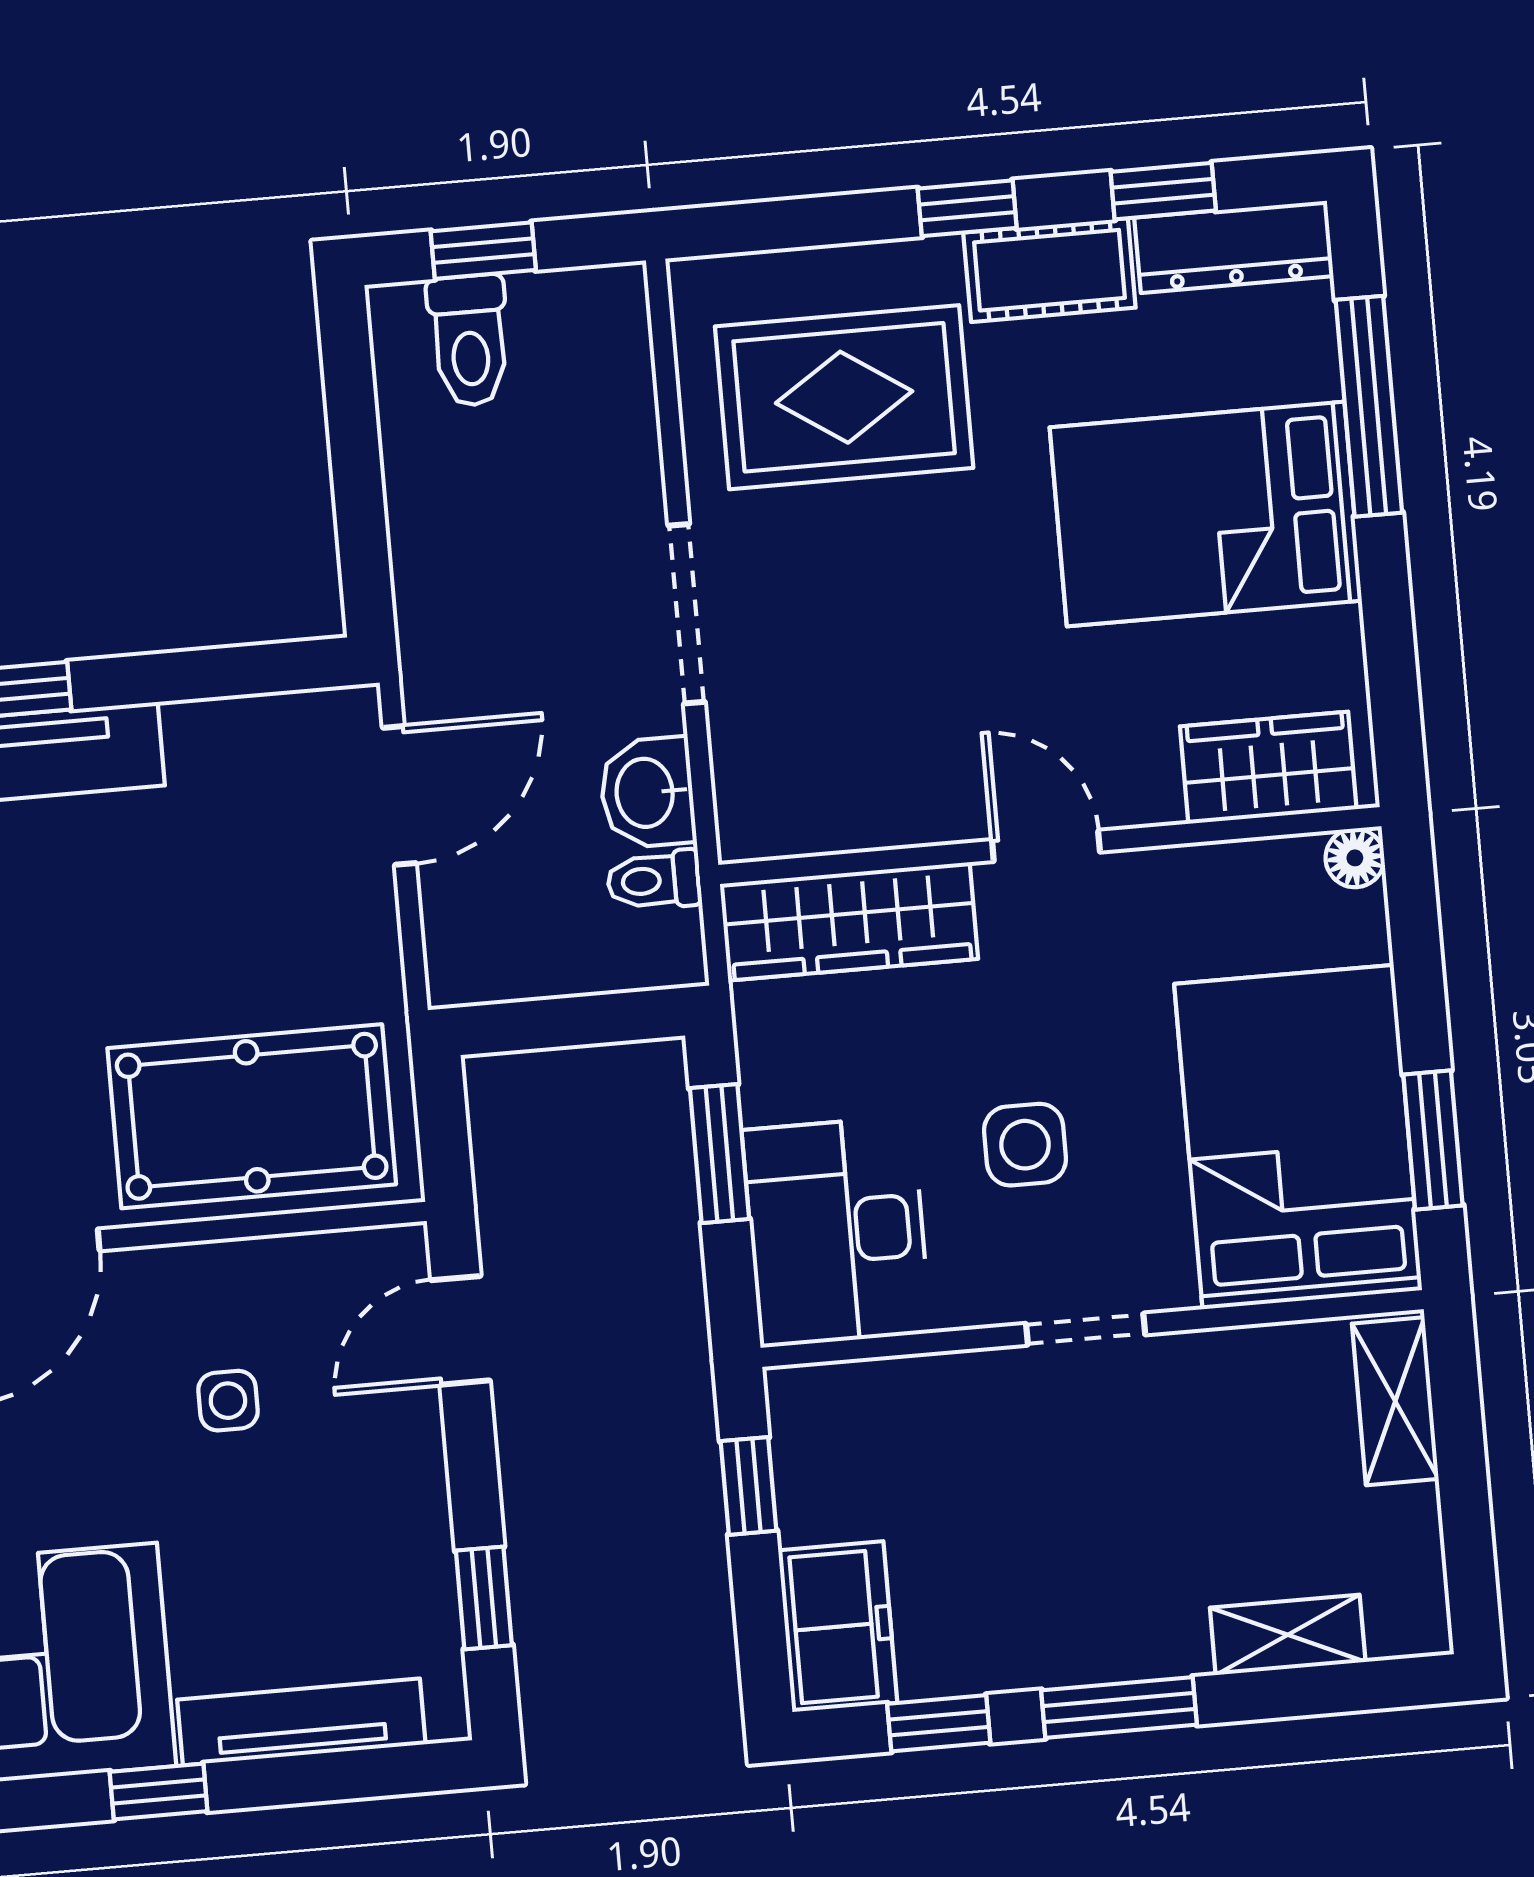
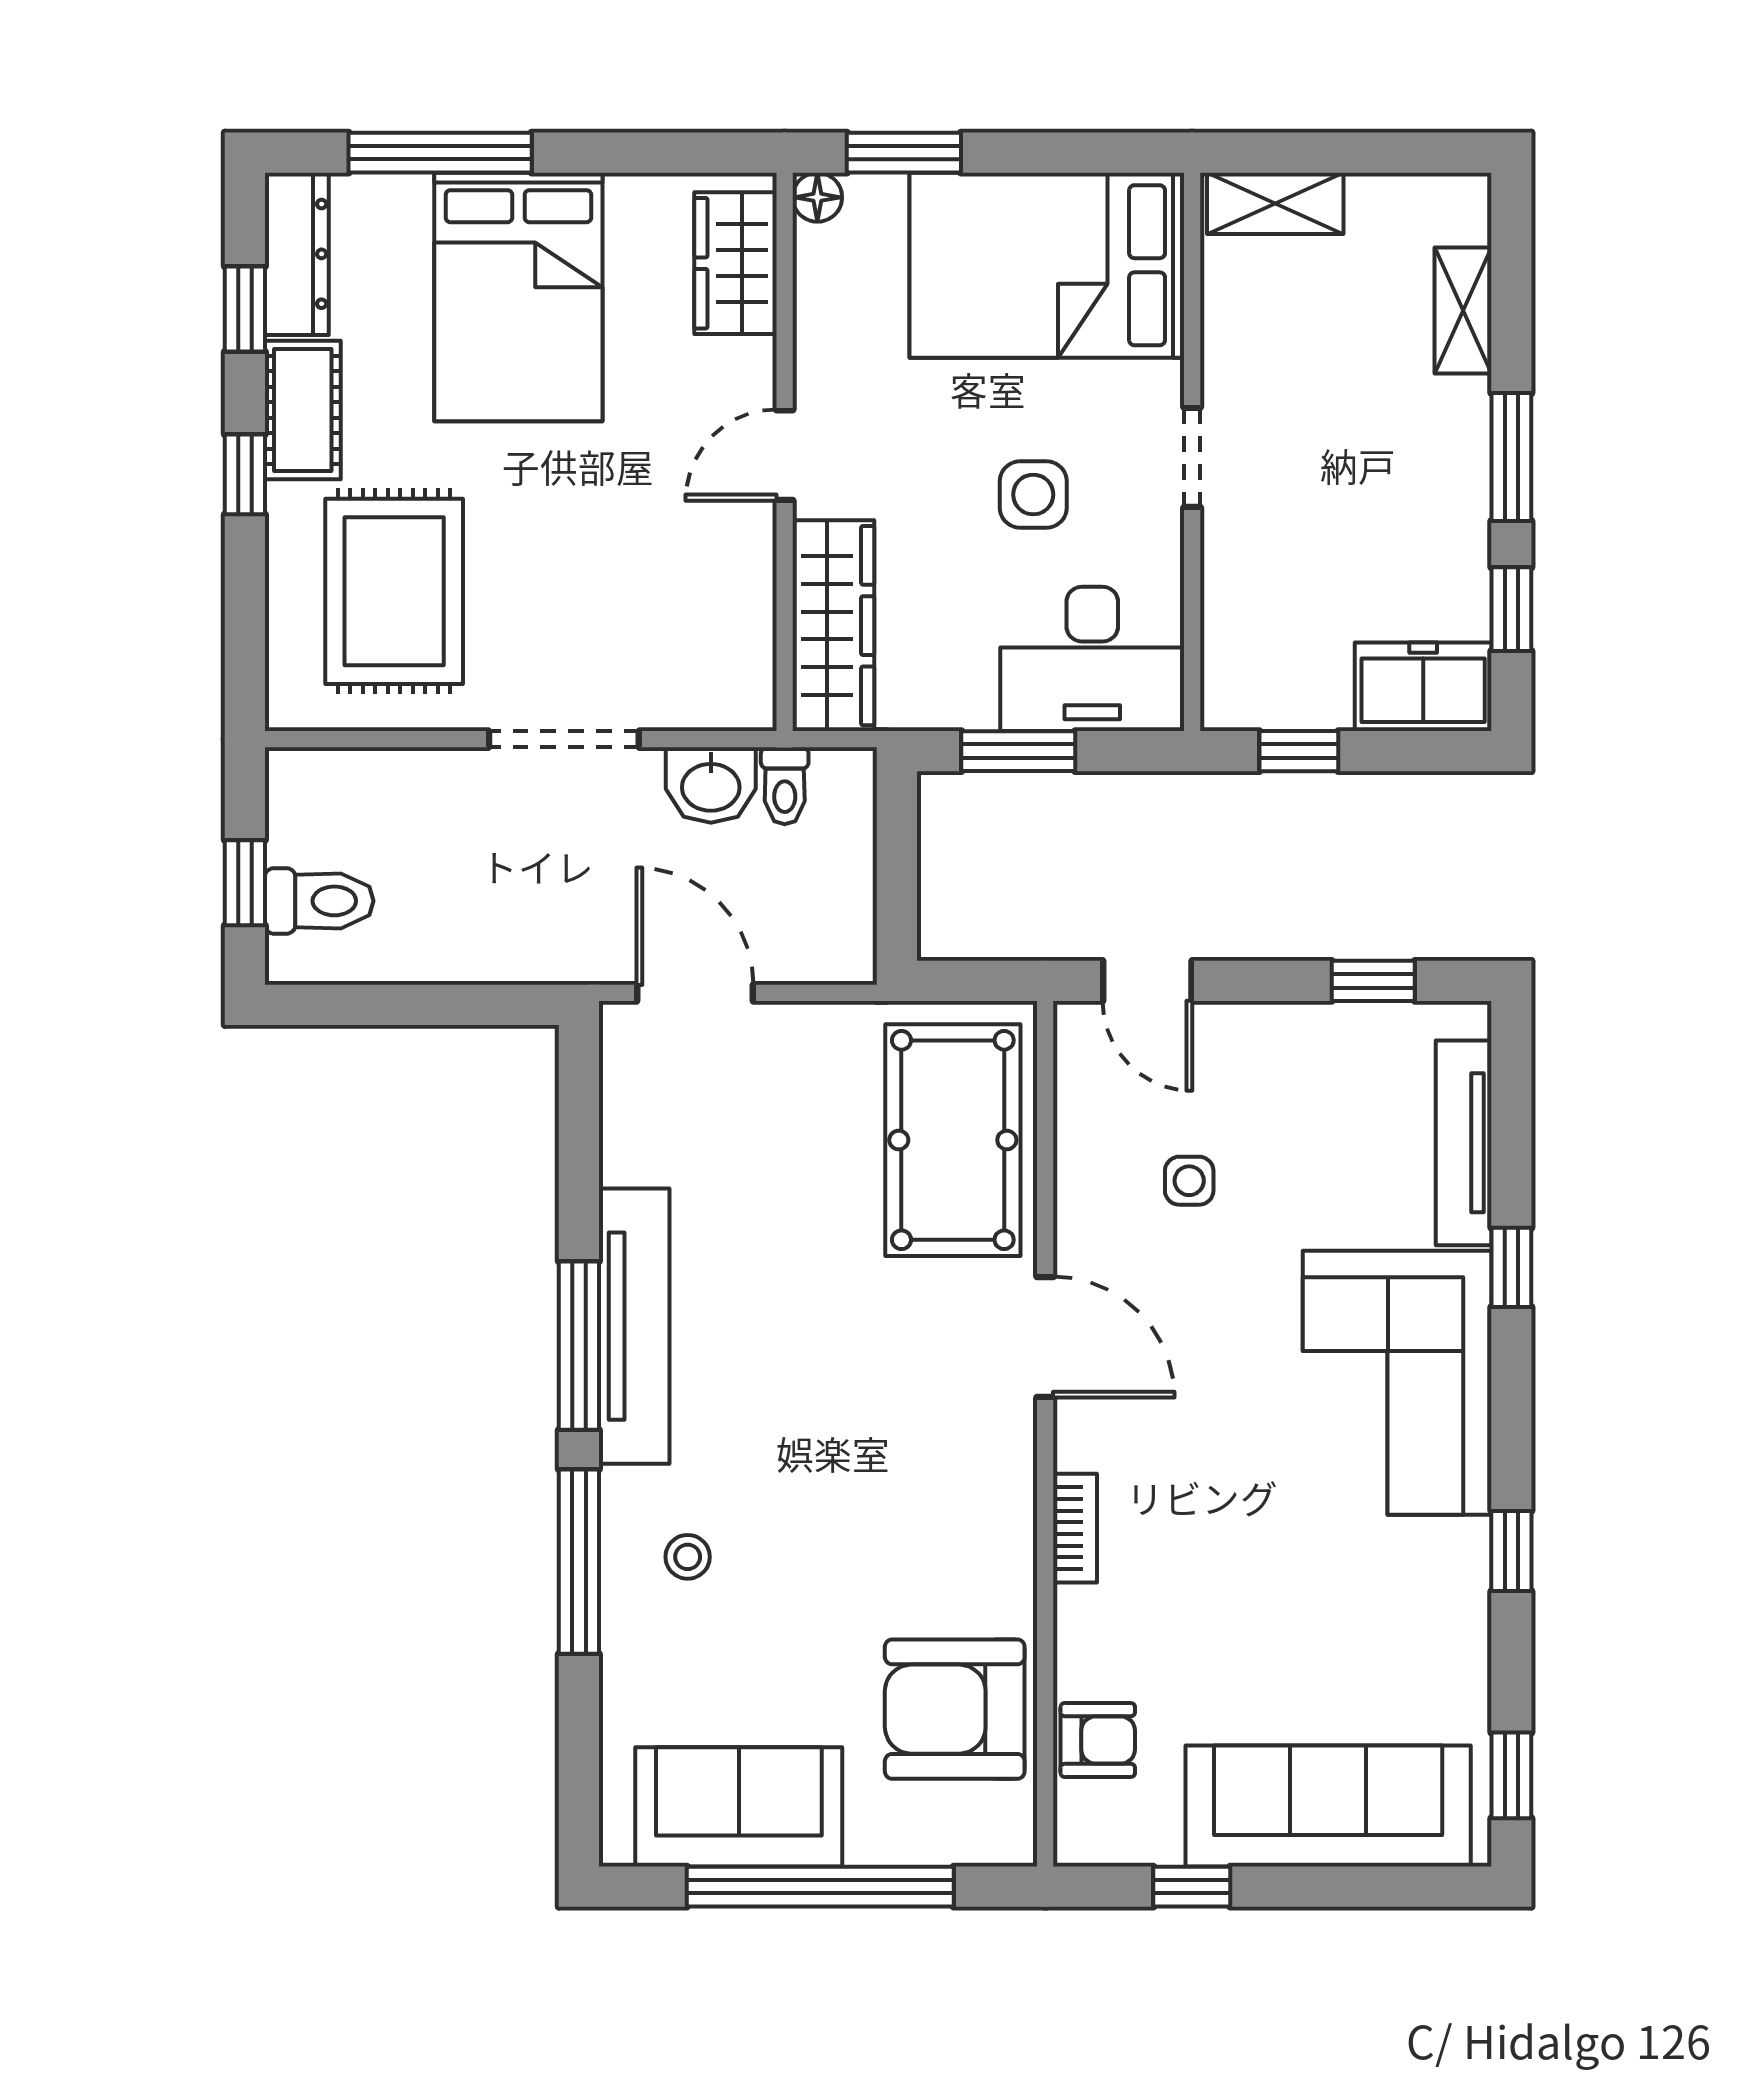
window: (1433, 1140) -> (904, 153), moved

